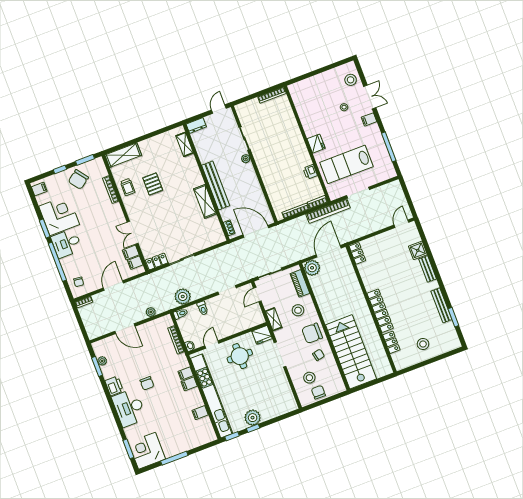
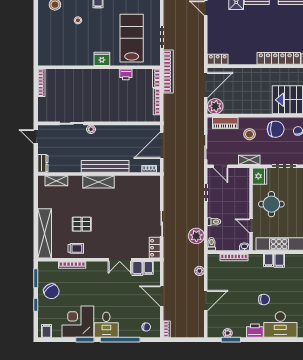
shelving: (123, 155) -> (45, 233), width x1.47
lab bench: (346, 164) -> (132, 38), turned 180
shelving: (205, 201) -> (98, 182), moved
door: (329, 251) -> (206, 85), swing flipped
chair: (312, 333) -> (276, 129), turned -90

